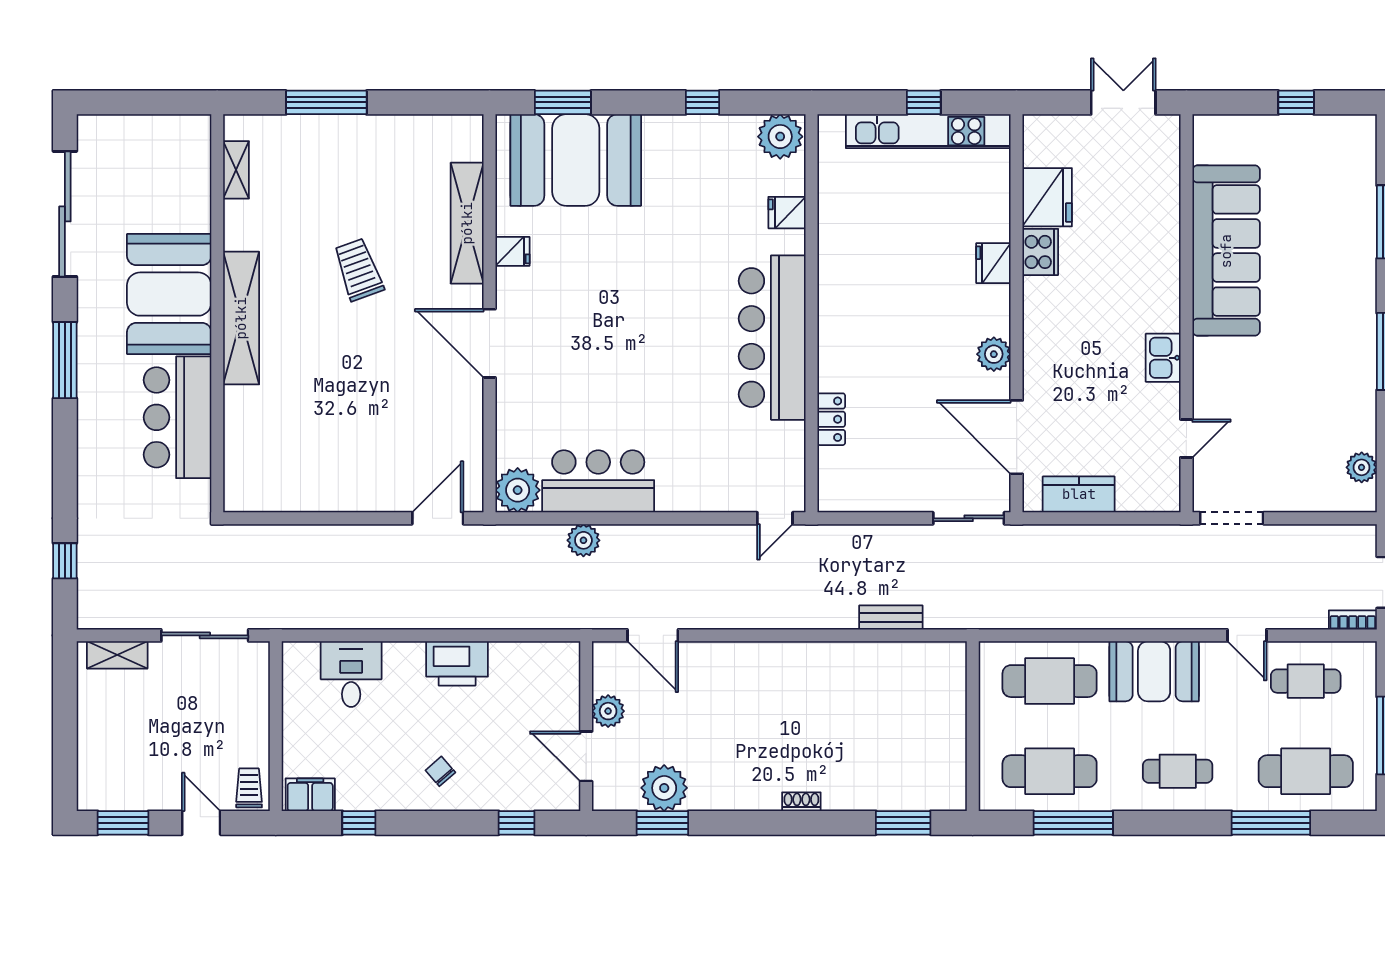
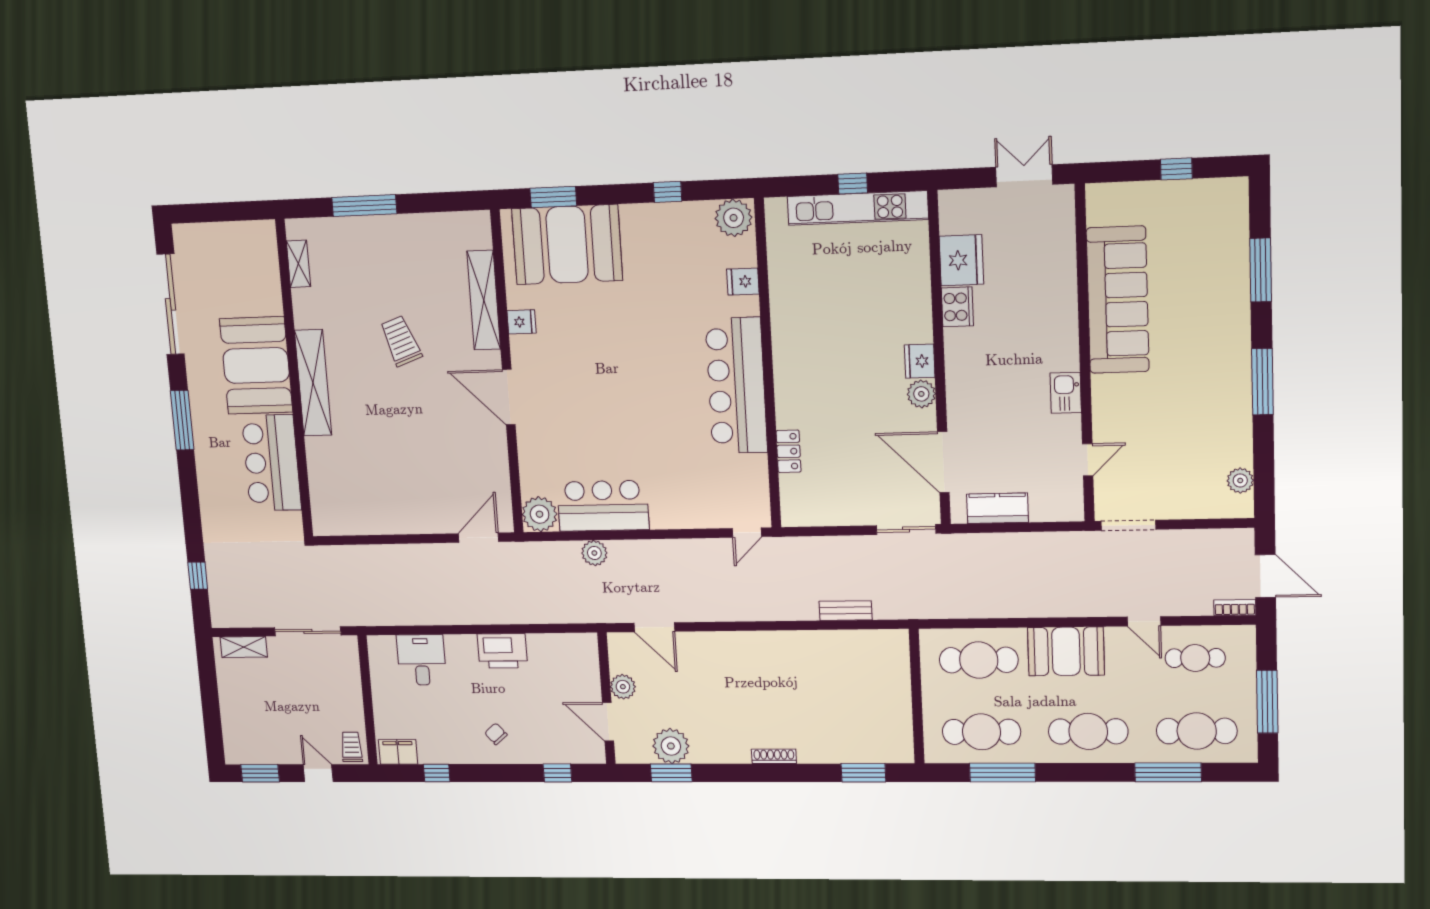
fridge: (993, 263) -> (920, 361), moved
cafe table: (1178, 771) -> (1088, 731), width x1.37, depth x1.35
shoe rack: (801, 802) -> (774, 756), width x1.43

